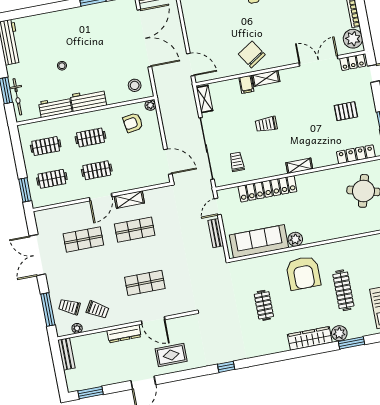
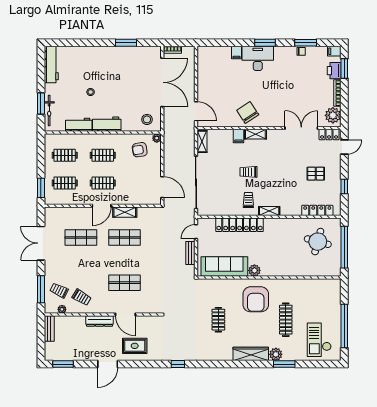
trolley: (237, 162) -> (248, 200), moved

